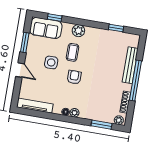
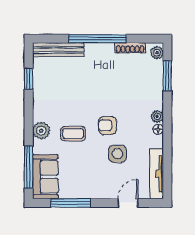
window: (55, 18) -> (29, 167), width x2.17
window: (25, 43) -> (71, 203), width x1.44
side table: (51, 62) -> (117, 154), moved
bench: (130, 65) -> (58, 50), moved
door: (20, 70) -> (128, 203), moved

